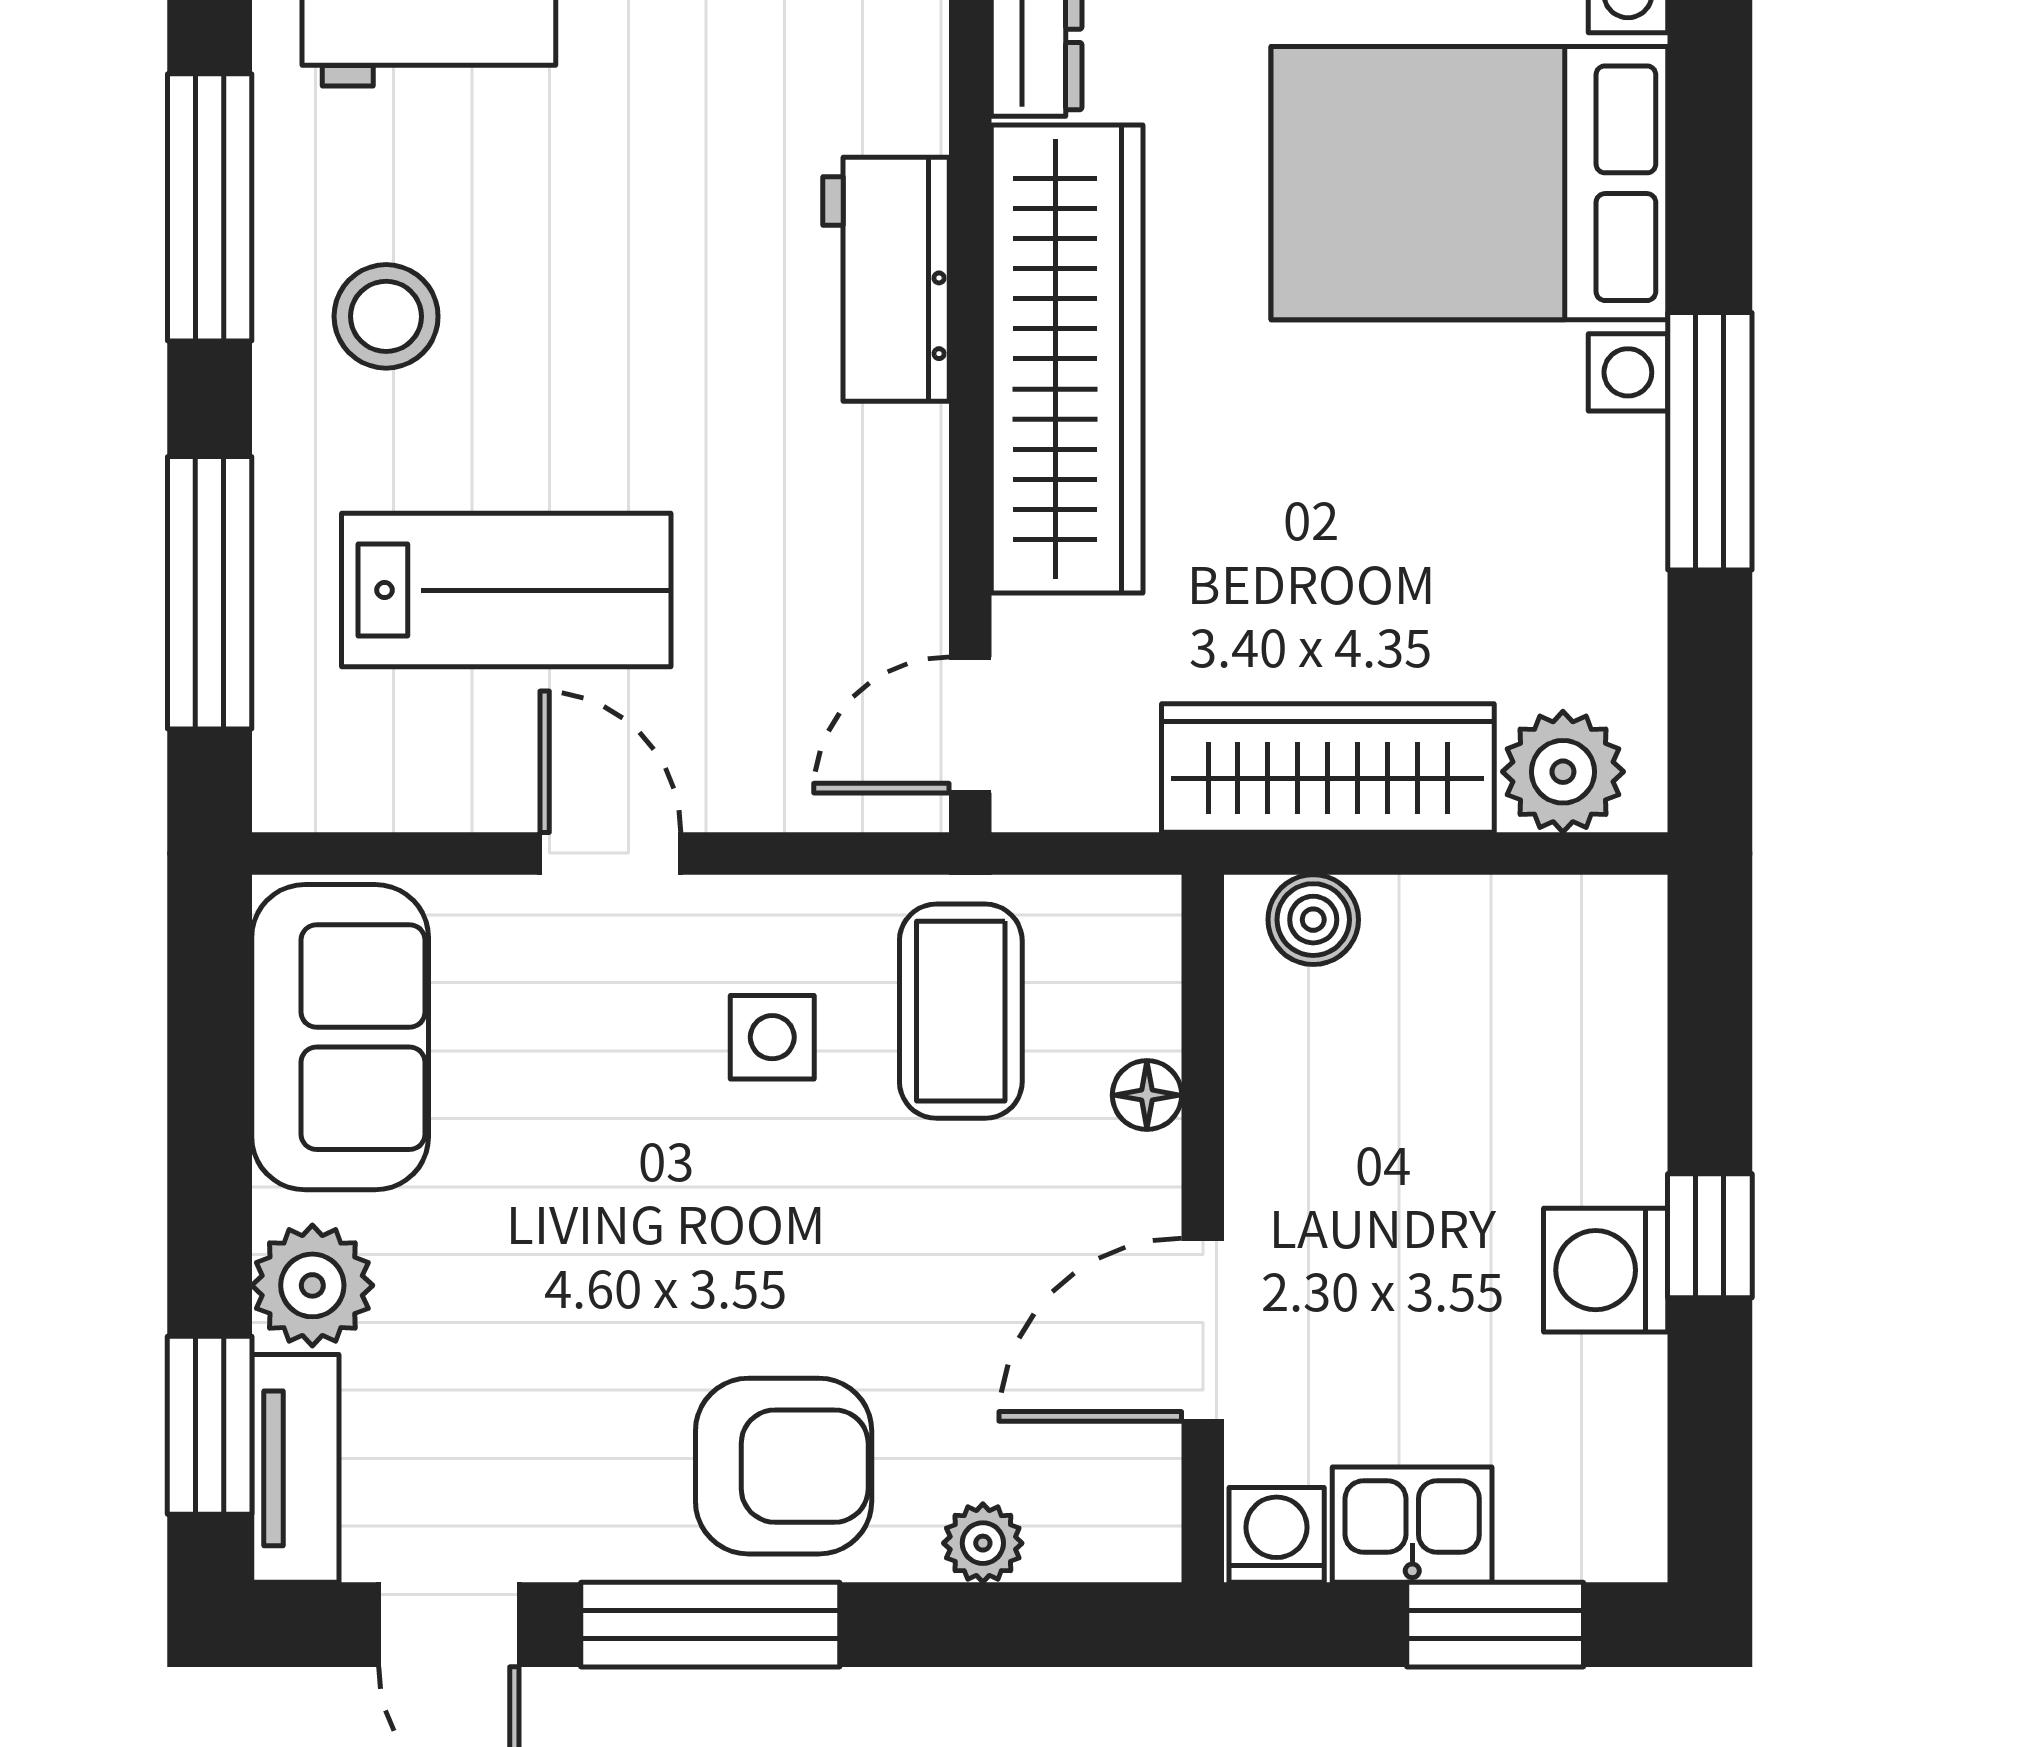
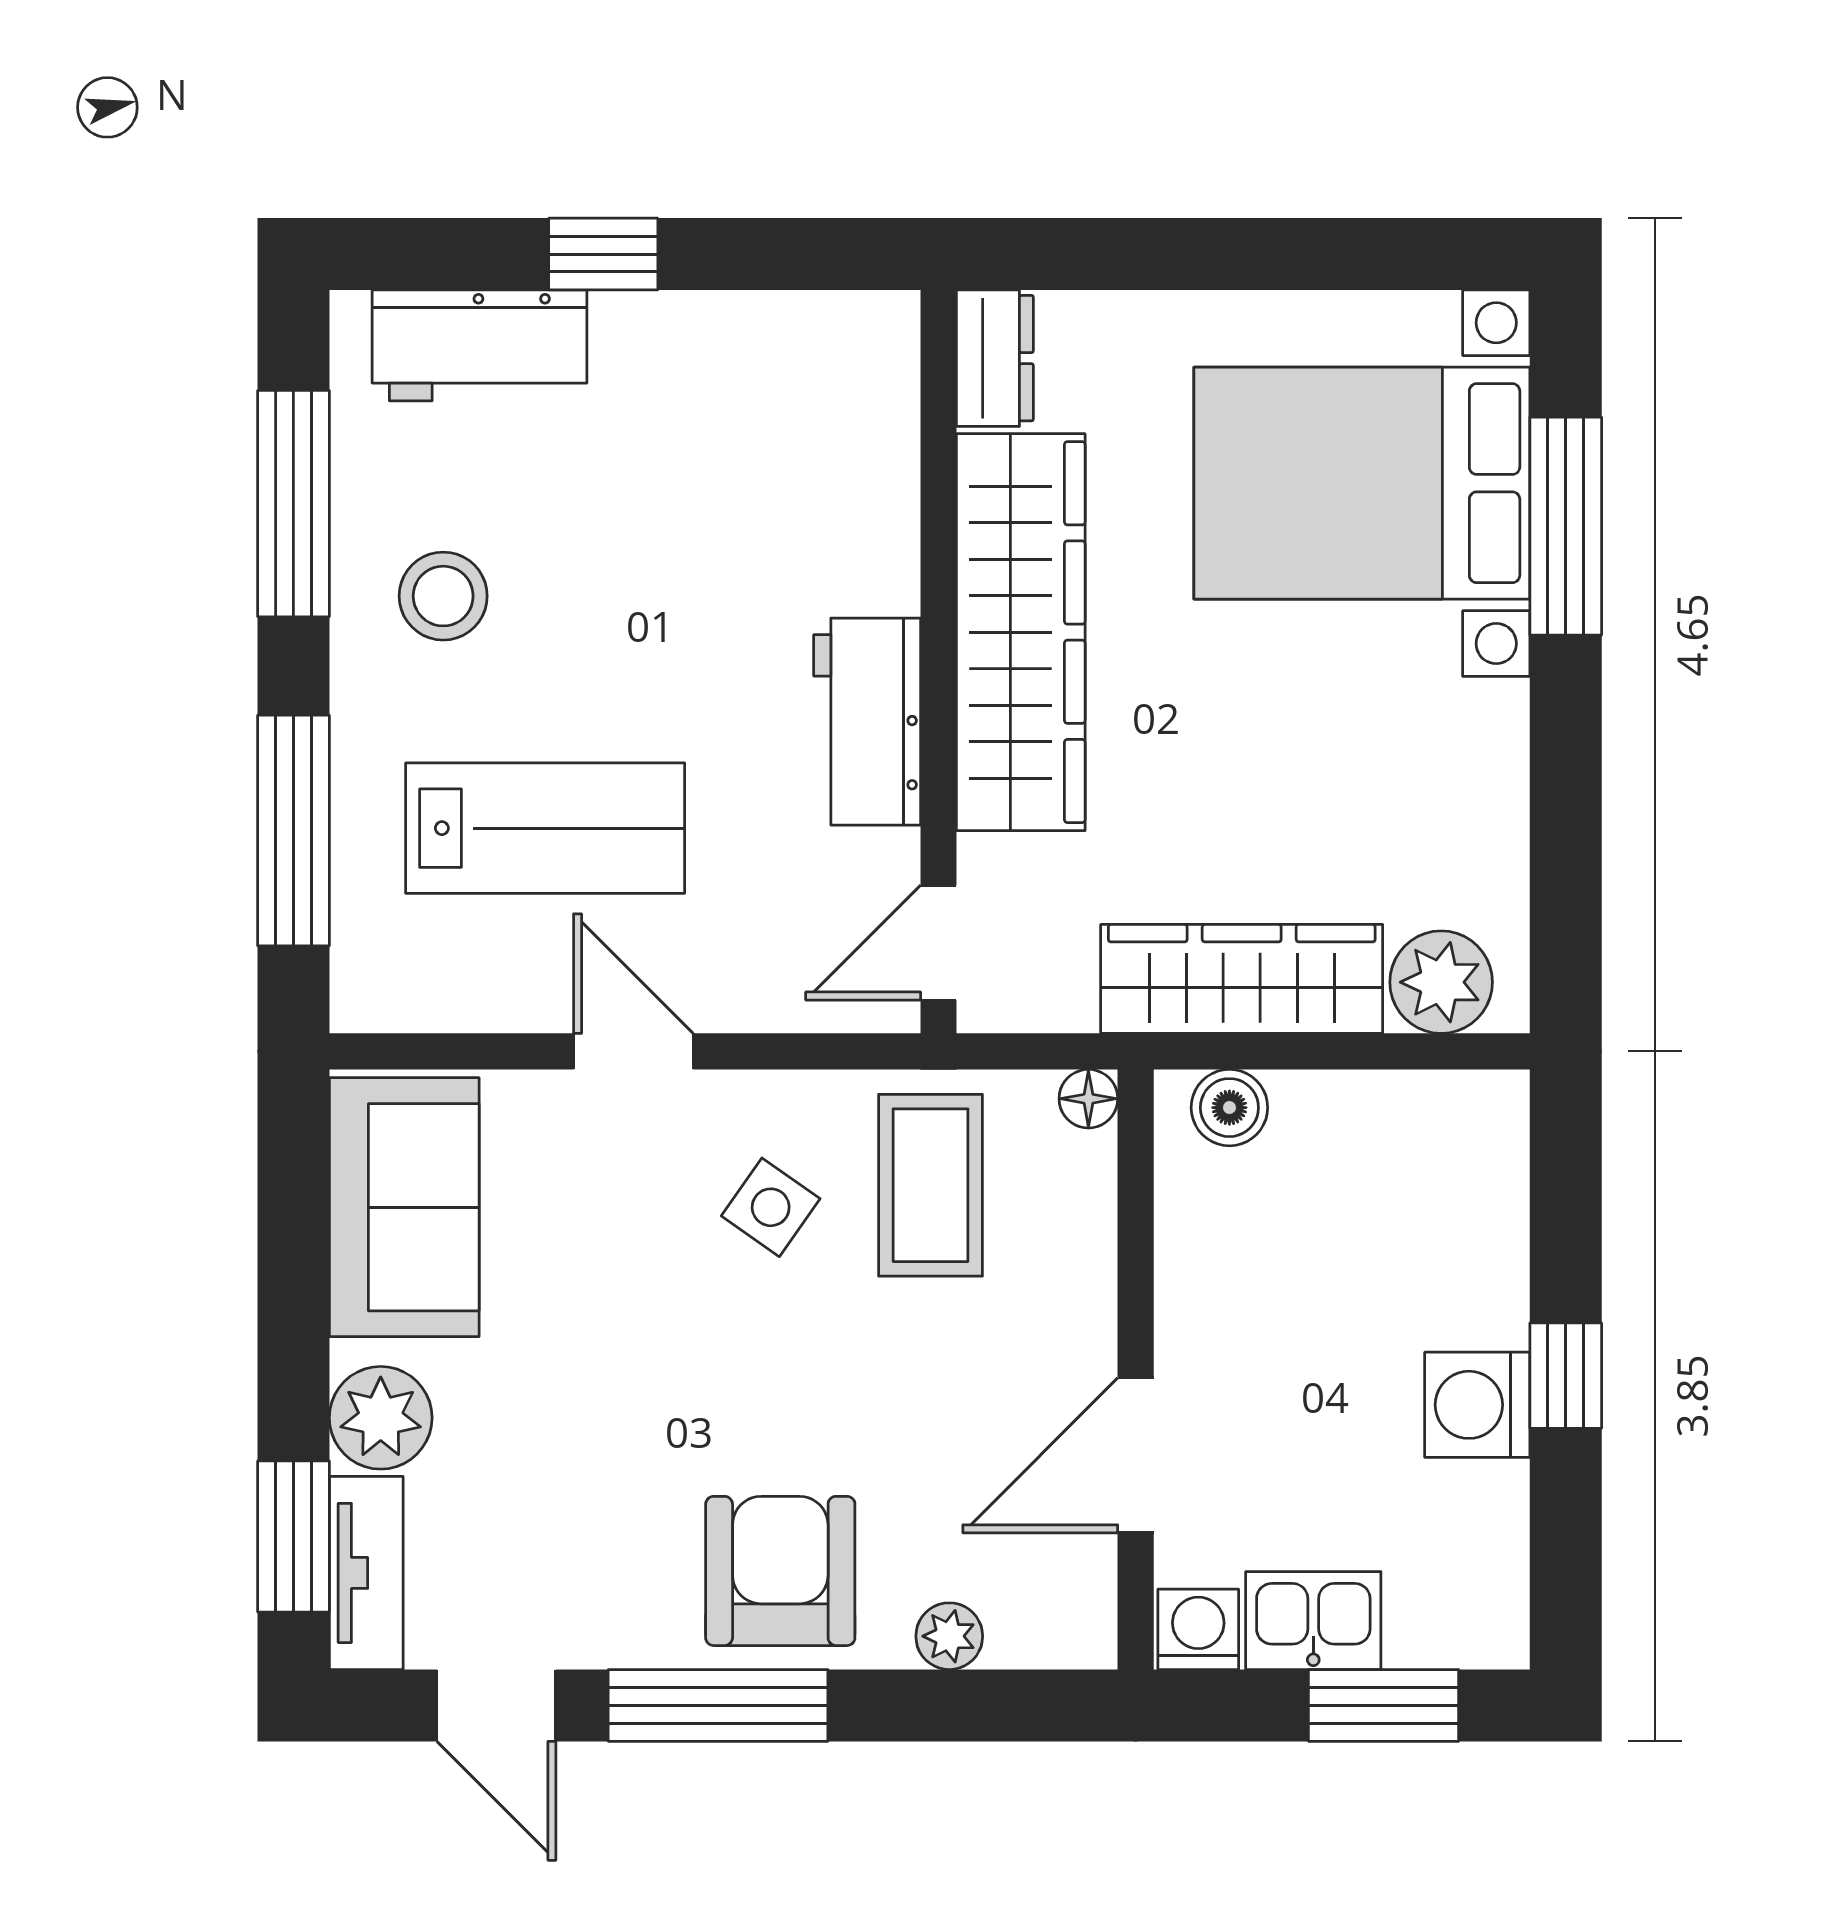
workbench: (886, 279) -> (867, 722), moved
window: (1710, 441) -> (1566, 526), moved
side table: (772, 1037) -> (771, 1207), turned 35
floor lamp: (1147, 1095) -> (1088, 1099), moved
armchair: (784, 1466) -> (780, 1571), turned -90

